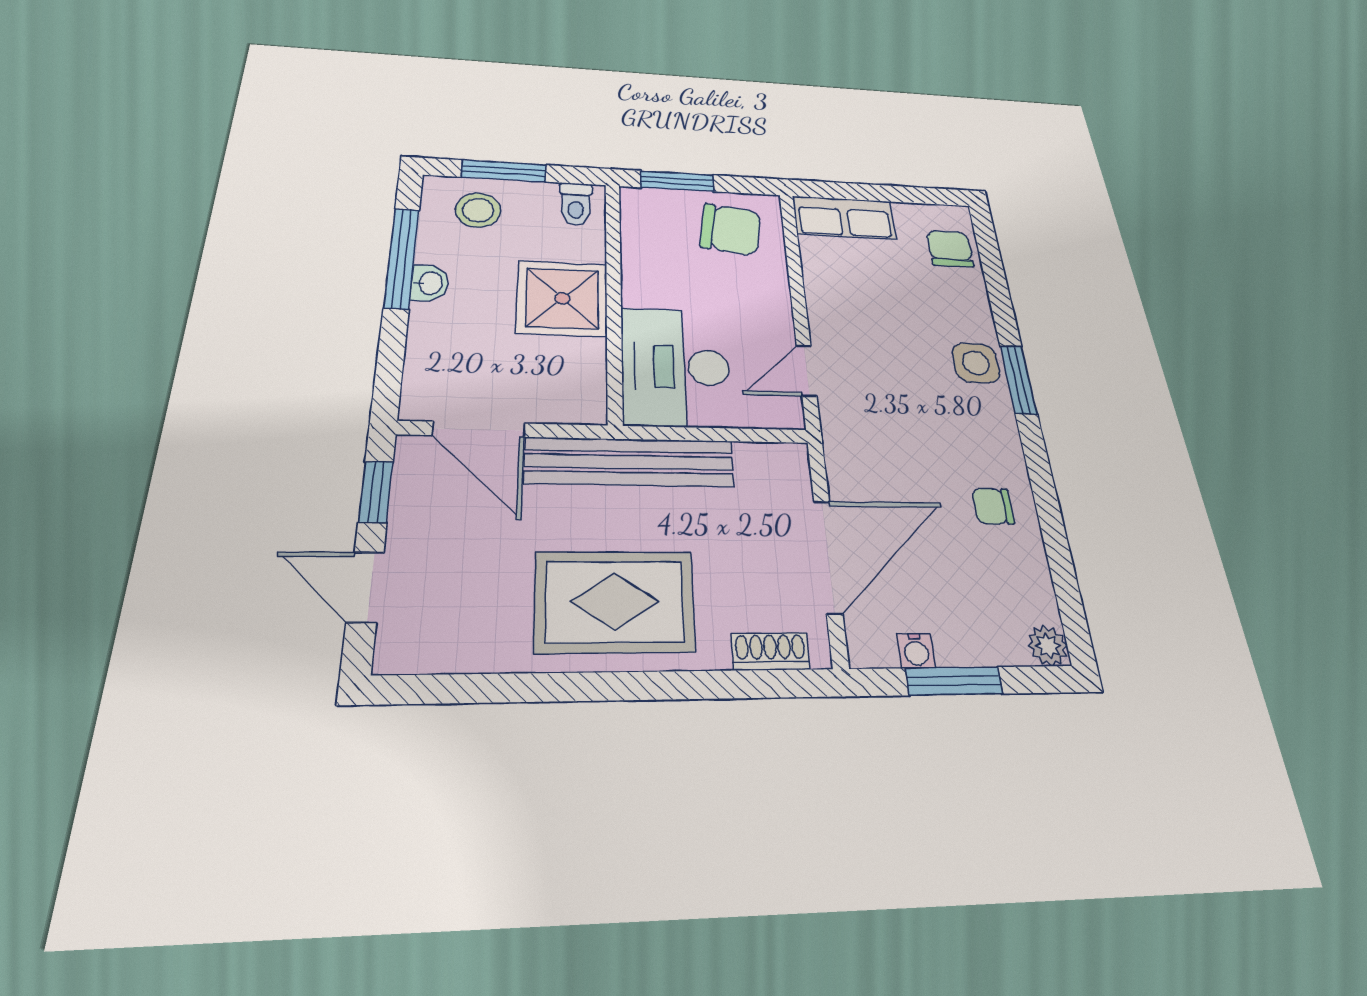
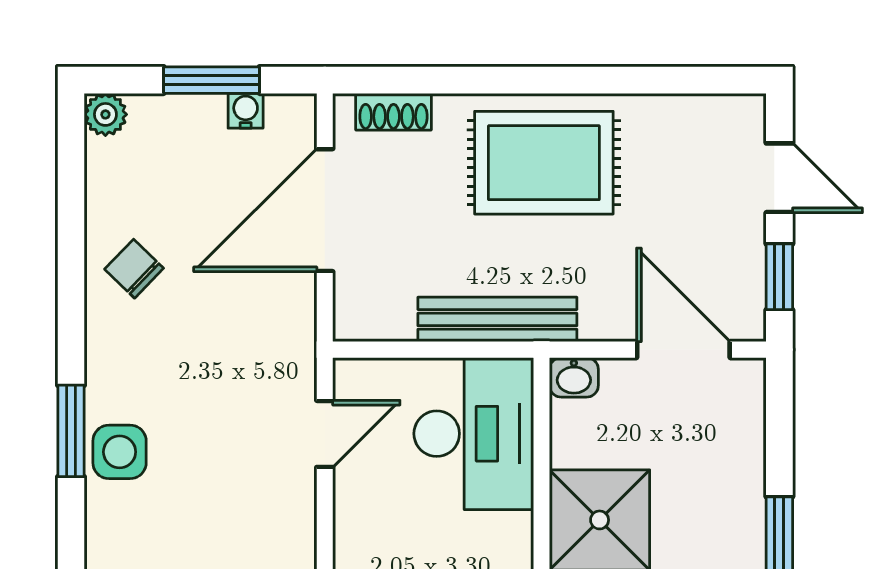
washbasin: (430, 283) -> (574, 377), moved, turned -90
bench: (630, 462) -> (497, 319), width x0.73, depth x0.82
chair: (993, 506) -> (134, 269), turned -136

